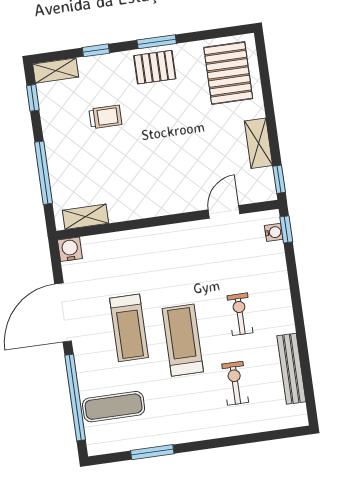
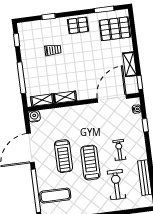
window: (157, 42) -> (104, 9), moved
shelving: (56, 71) -> (65, 97), moved
pallet: (228, 73) -> (115, 29), turned 90
door: (224, 212) -> (112, 98), width x1.88
window: (286, 229) -> (145, 125), moved
exercise bike: (235, 383) -> (116, 185), width x1.38, depth x1.39

